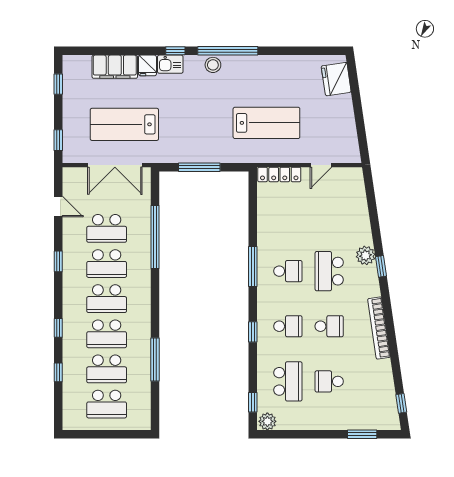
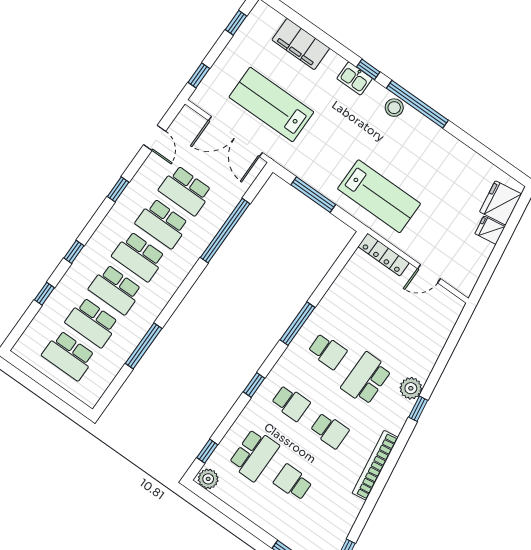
fridge: (147, 65) -> (490, 230), moved, turned 82
lab bench: (266, 123) -> (379, 196), moved

